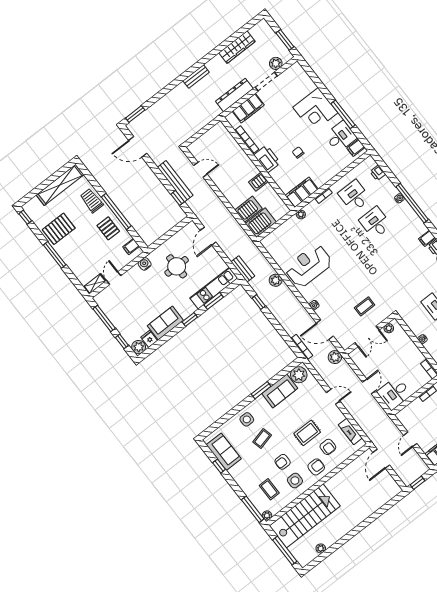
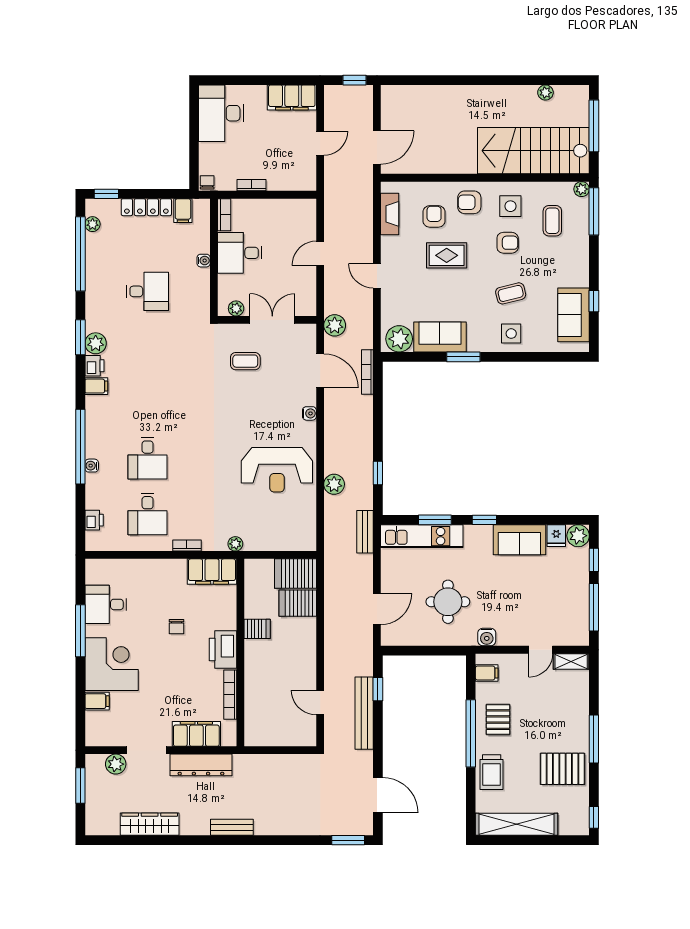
filing cabinet: (356, 148) -> (97, 701), moved
desk: (394, 393) -> (240, 253), moved, turned 180

